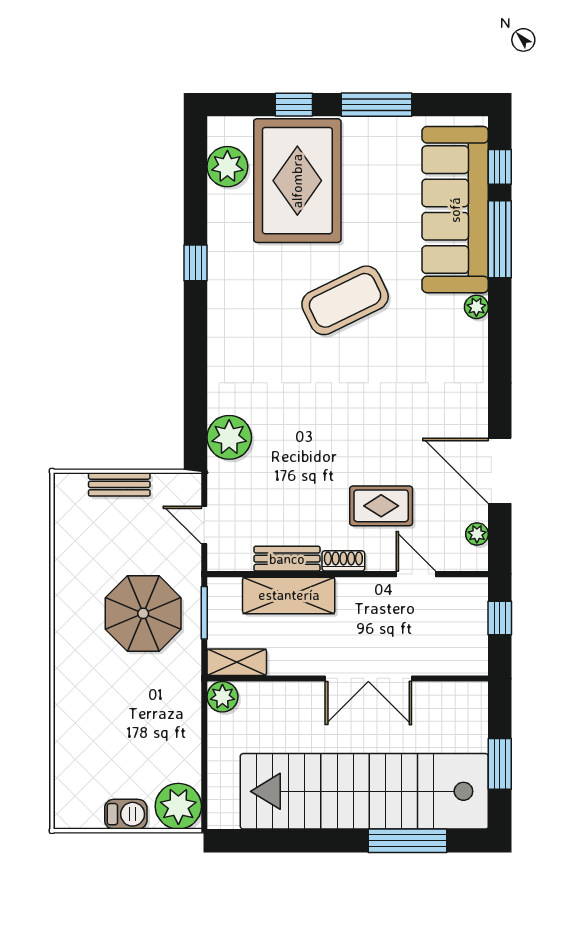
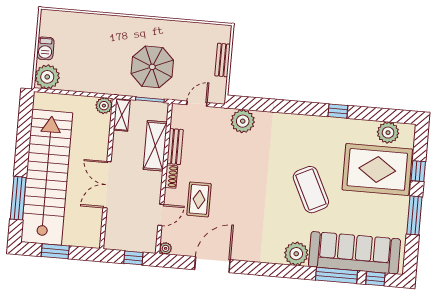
plant: (476, 307) -> (296, 254), width x1.88, depth x1.88
plant: (477, 534) -> (166, 248), moved

